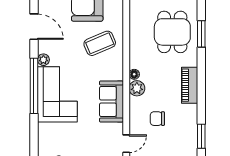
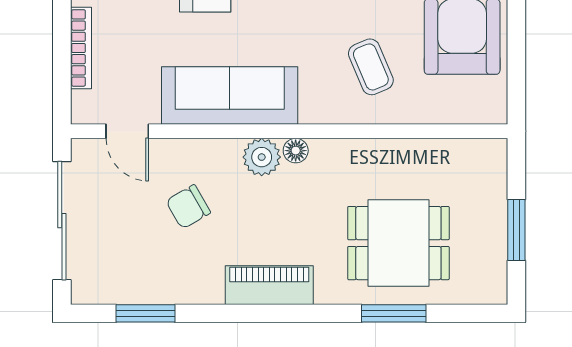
coffee table: (100, 43) -> (371, 67), width x0.73, depth x0.77
sofa: (111, 102) -> (230, 95), width x1.36
chair: (157, 119) -> (188, 207), turned -120

